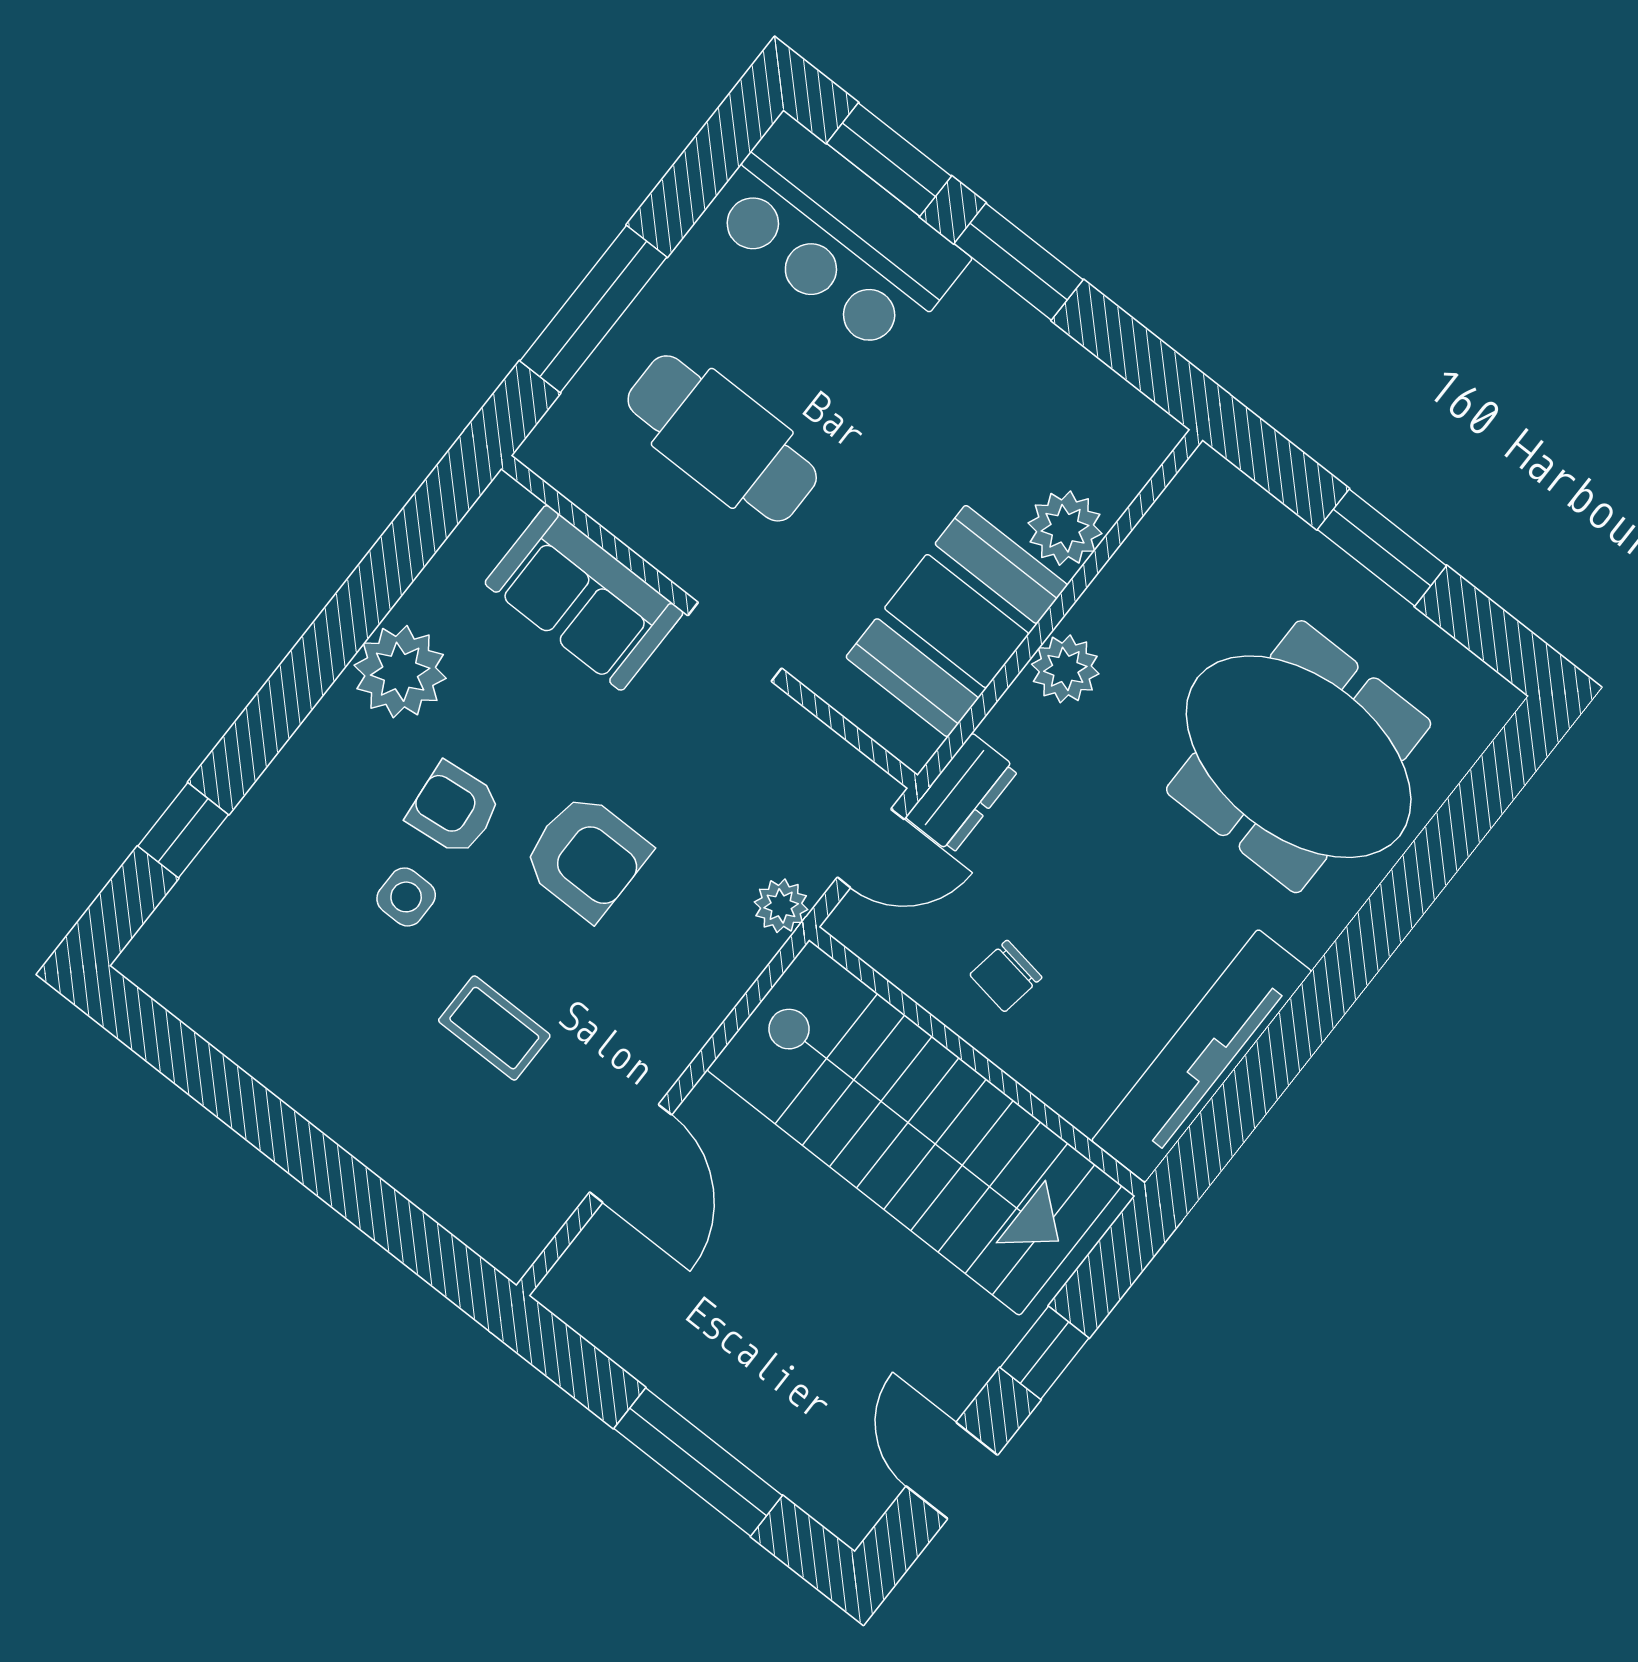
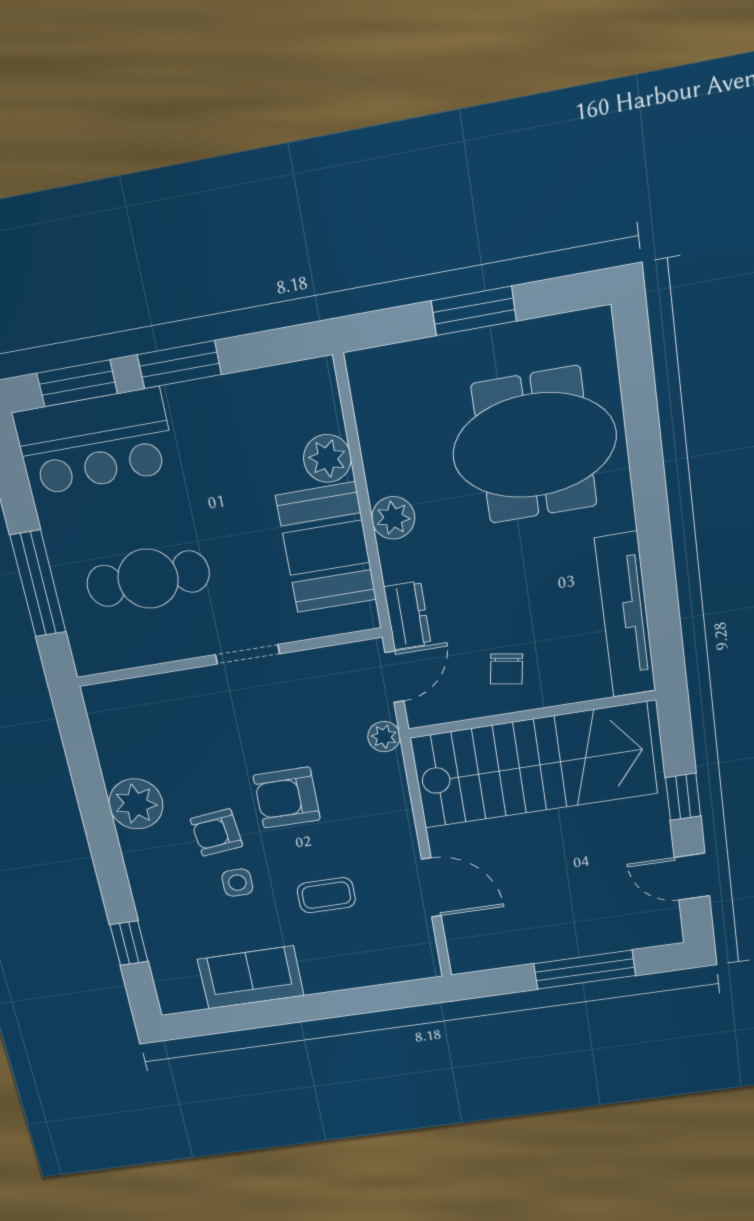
sofa: (584, 598) -> (251, 977), moved, turned 180
armchair: (586, 857) -> (287, 798), turned 180

